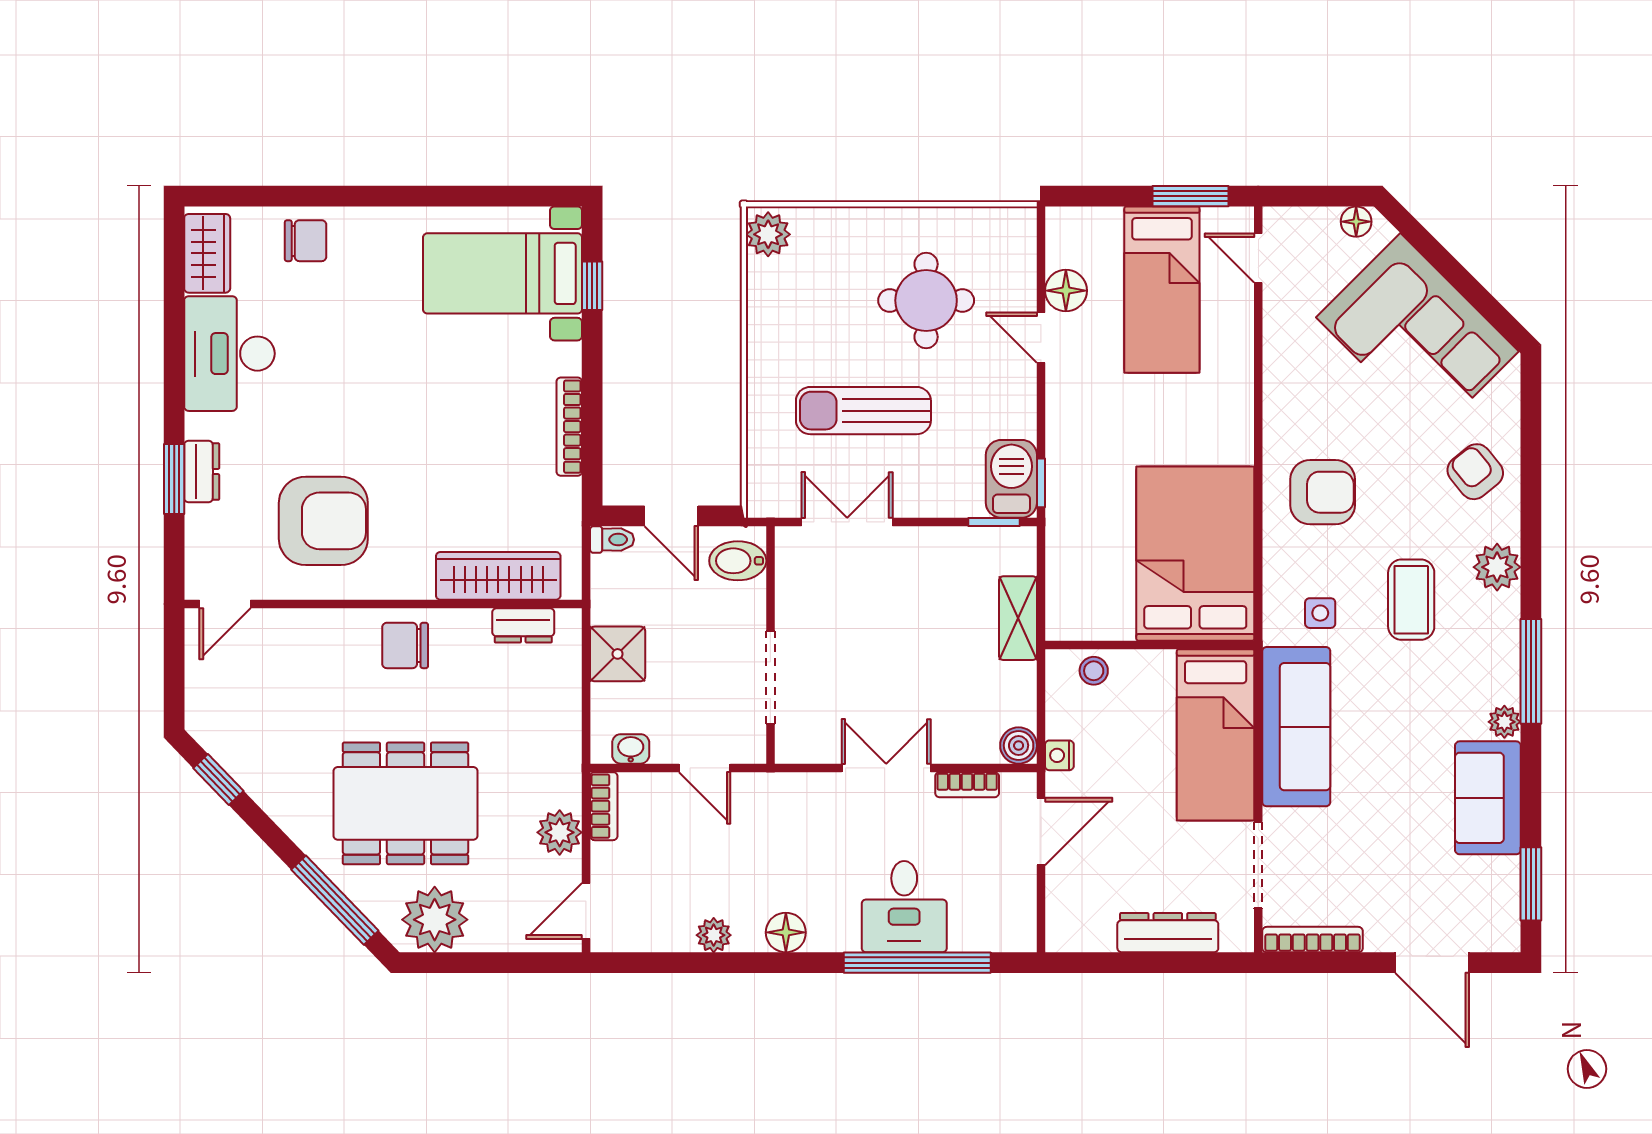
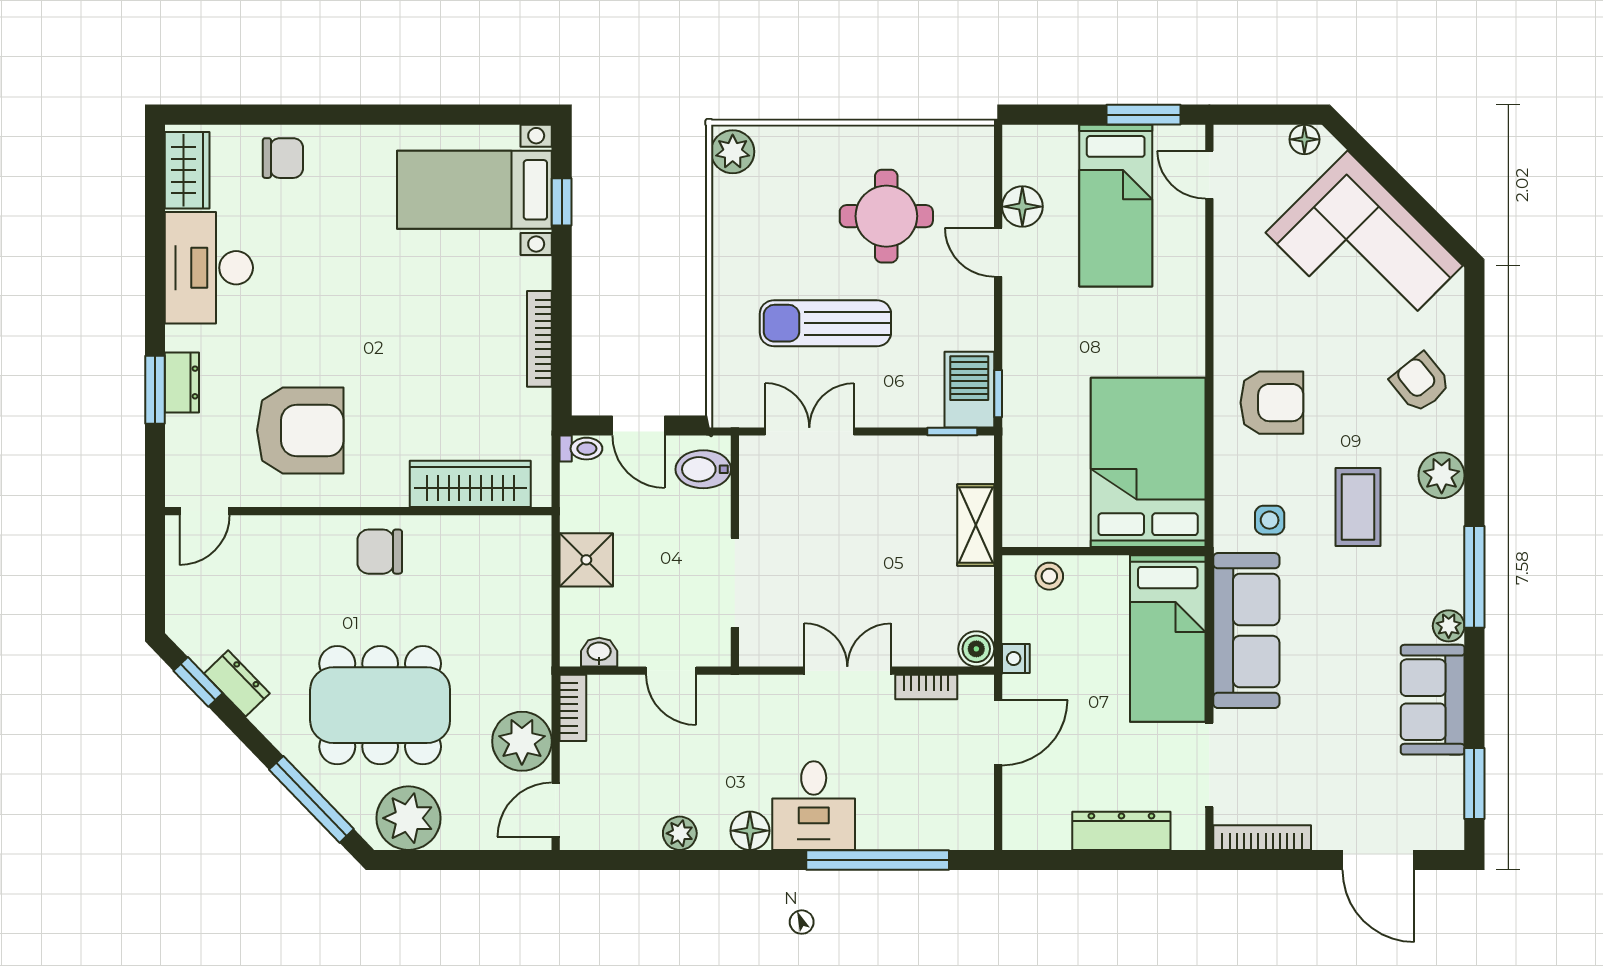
dresser: (523, 625) -> (237, 683), moved, turned -134
plant: (560, 832) -> (522, 741), width x1.36, depth x1.36
desk: (904, 907) -> (814, 806), moved

